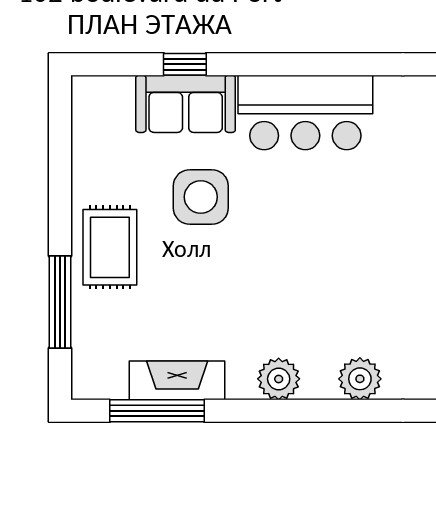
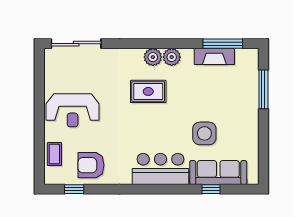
sofa: (186, 104) -> (218, 173), width x1.36
rug: (110, 247) -> (148, 91), moved, turned 90
plant: (360, 379) -> (153, 57), moved

